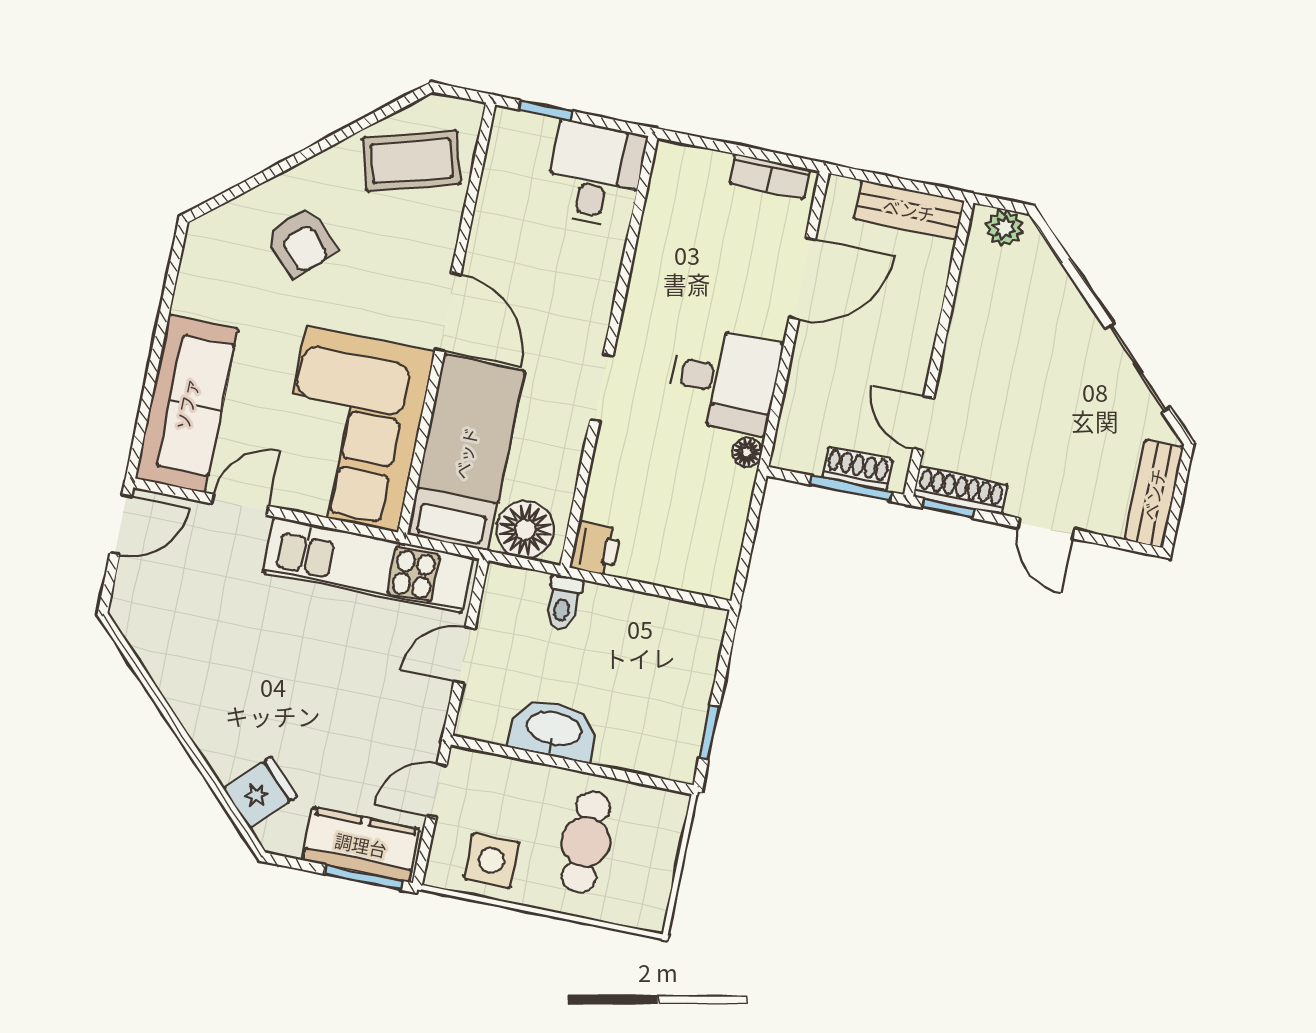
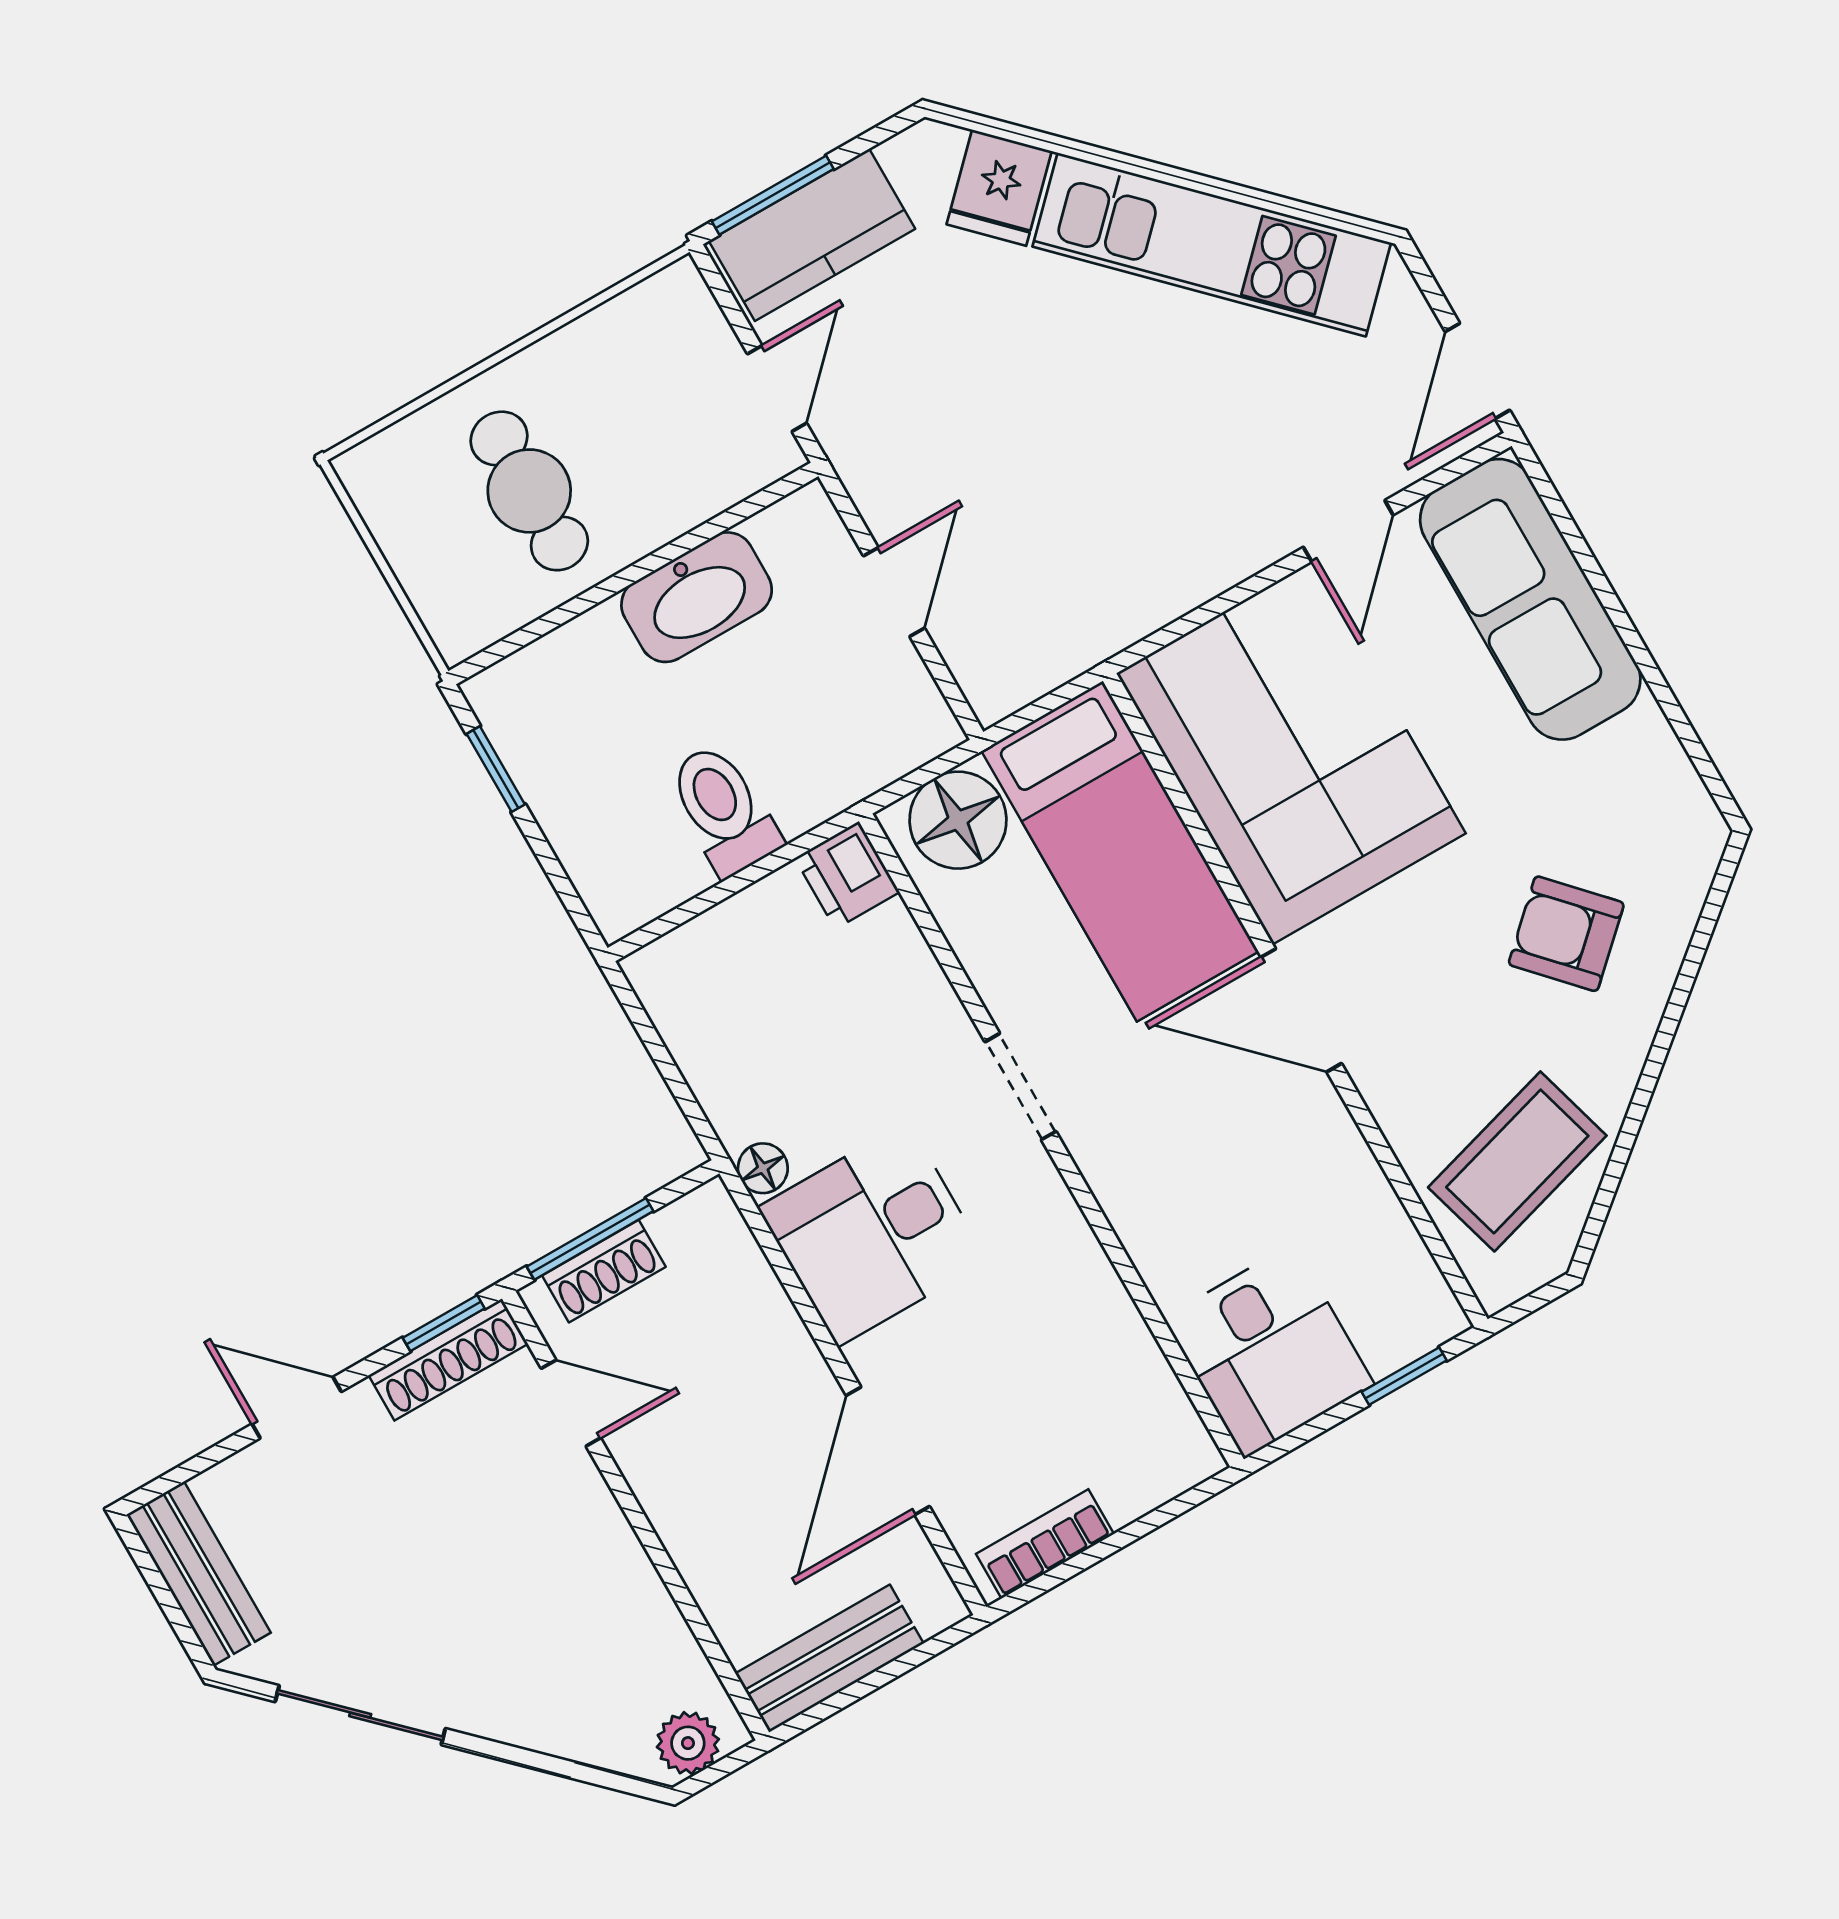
kitchen unit: (368, 565) -> (1212, 245), moved, turned -135
toilet: (563, 603) -> (723, 810), moved, width x1.37, depth x1.39
side table: (492, 860) -> (628, 362), removed

